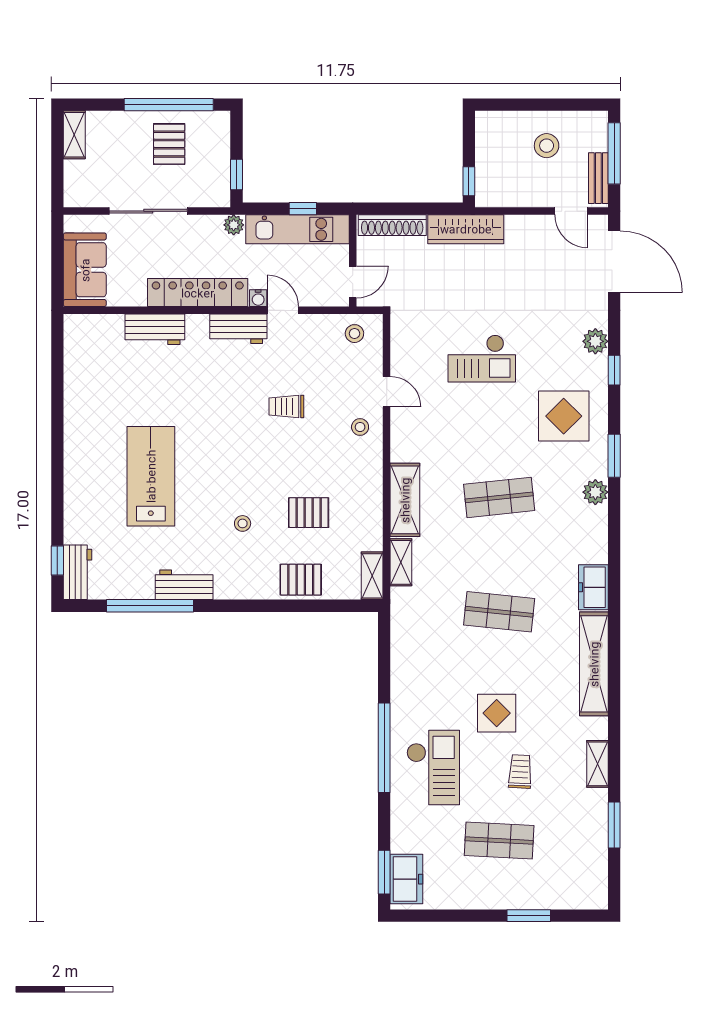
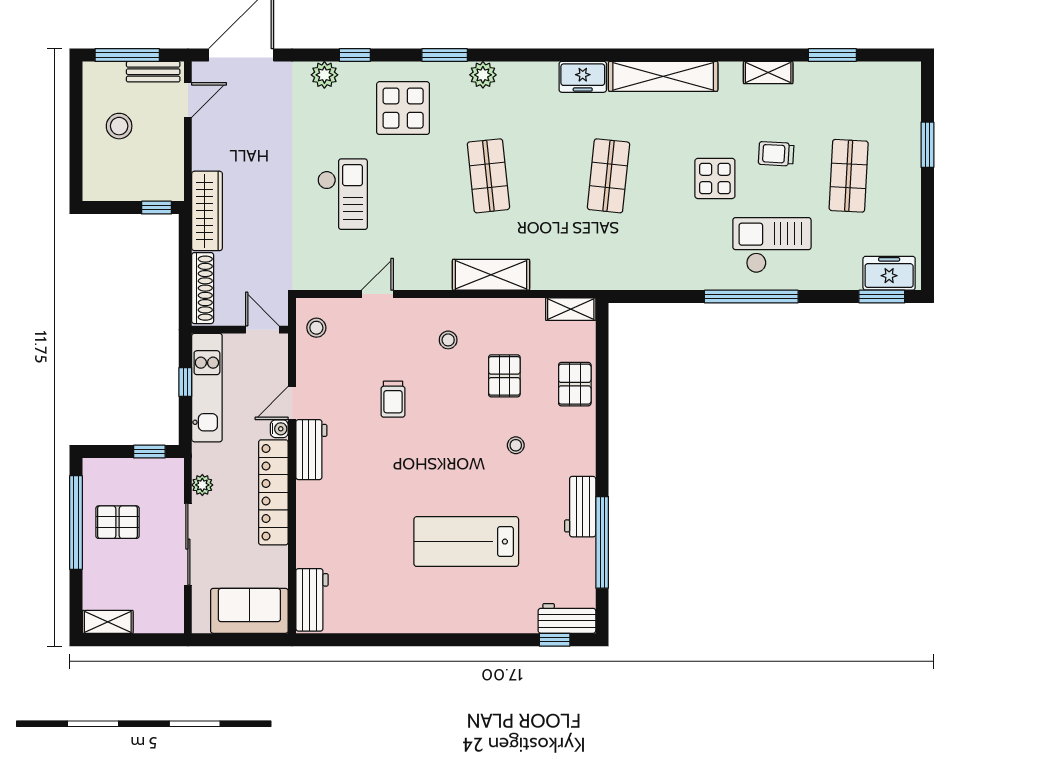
plant: (234, 225) -> (202, 485), moved
workbench: (155, 329) -> (312, 600), moved
stool: (360, 427) -> (448, 340), moved
shelving: (401, 562) -> (557, 279), removed

